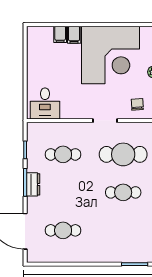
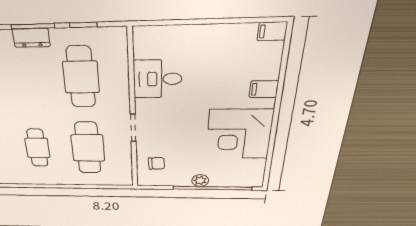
filing cabinet: (60, 34) -> (272, 31), moved
corner desk: (111, 55) -> (239, 134), width x0.74, depth x0.74
desk: (45, 104) -> (158, 79), moved
cafe table: (63, 154) -> (81, 77), width x1.37, depth x1.35

